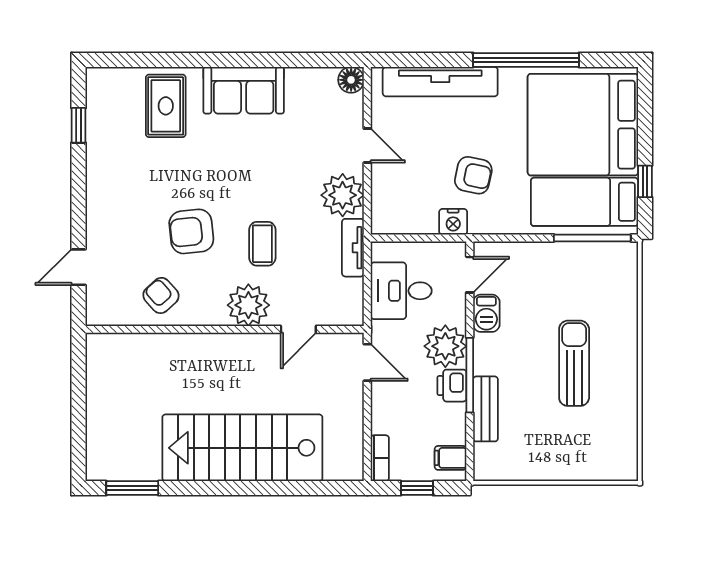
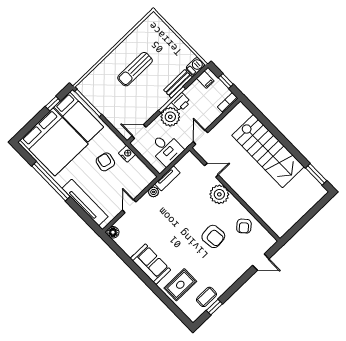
plant: (343, 195) -> (154, 192), width x0.53, depth x0.53
coffee table: (262, 244) -> (206, 297), moved
barbecue: (486, 313) -> (195, 66), moved

